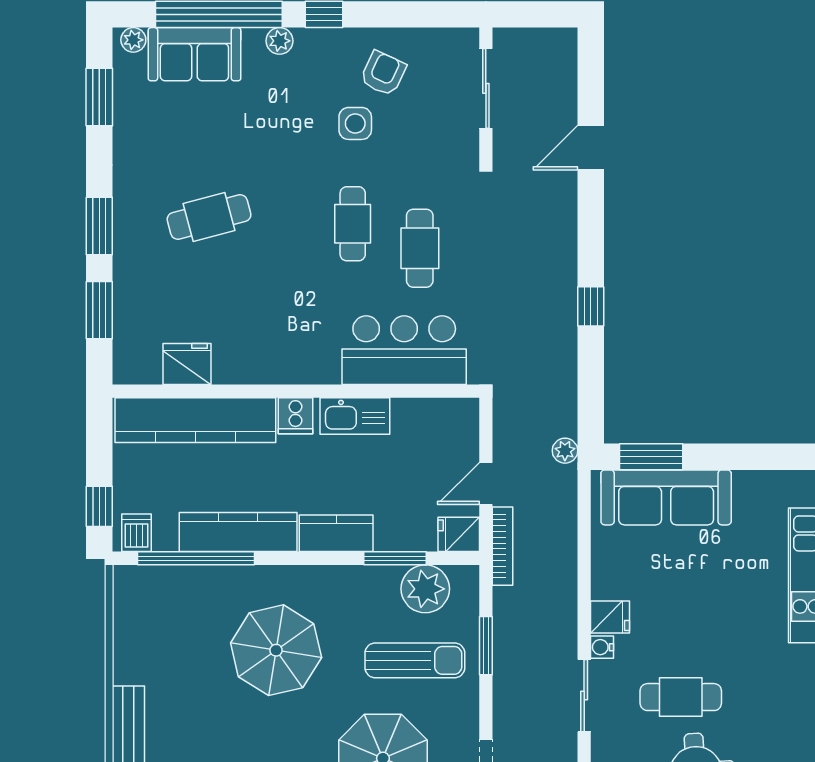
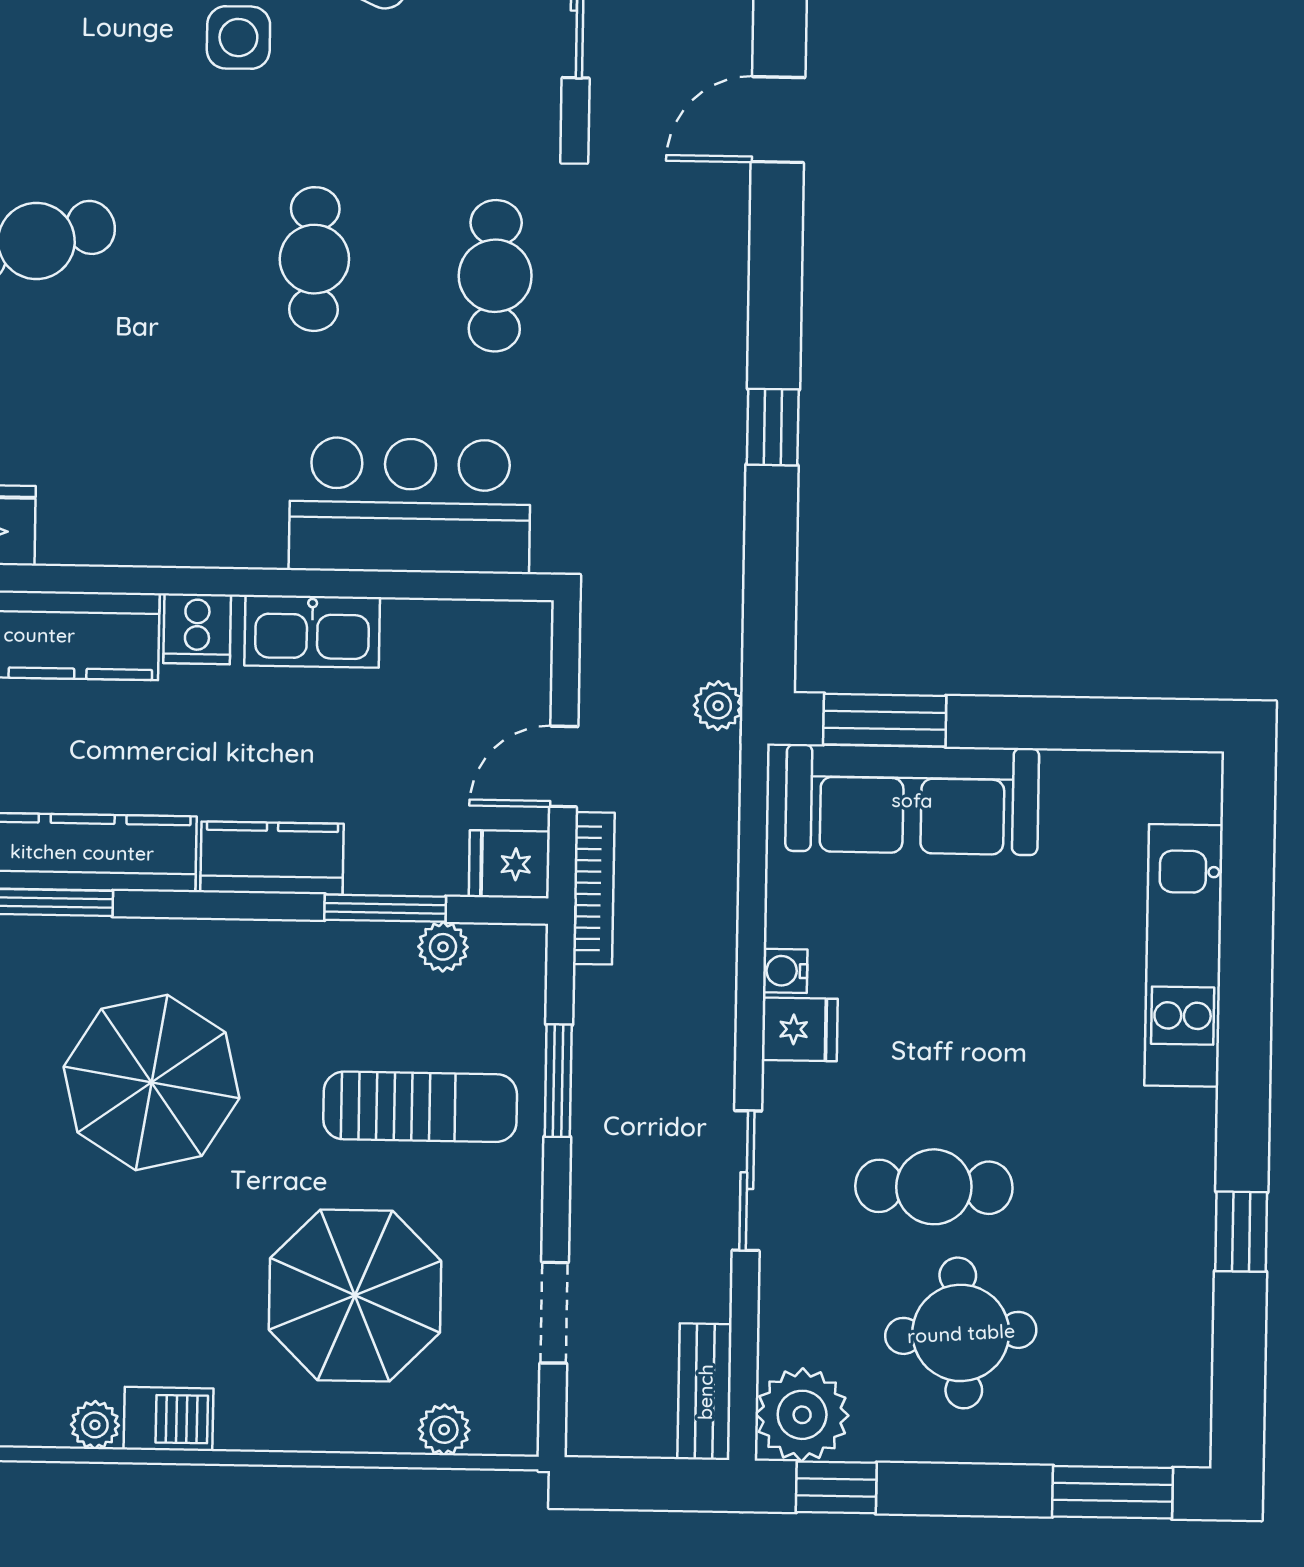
side table: (355, 123) -> (238, 38), moved
cafe table: (420, 248) -> (495, 276), moved
plant: (425, 589) -> (443, 947), width x0.53, depth x0.53
water cooler: (602, 647) -> (785, 971), moved

